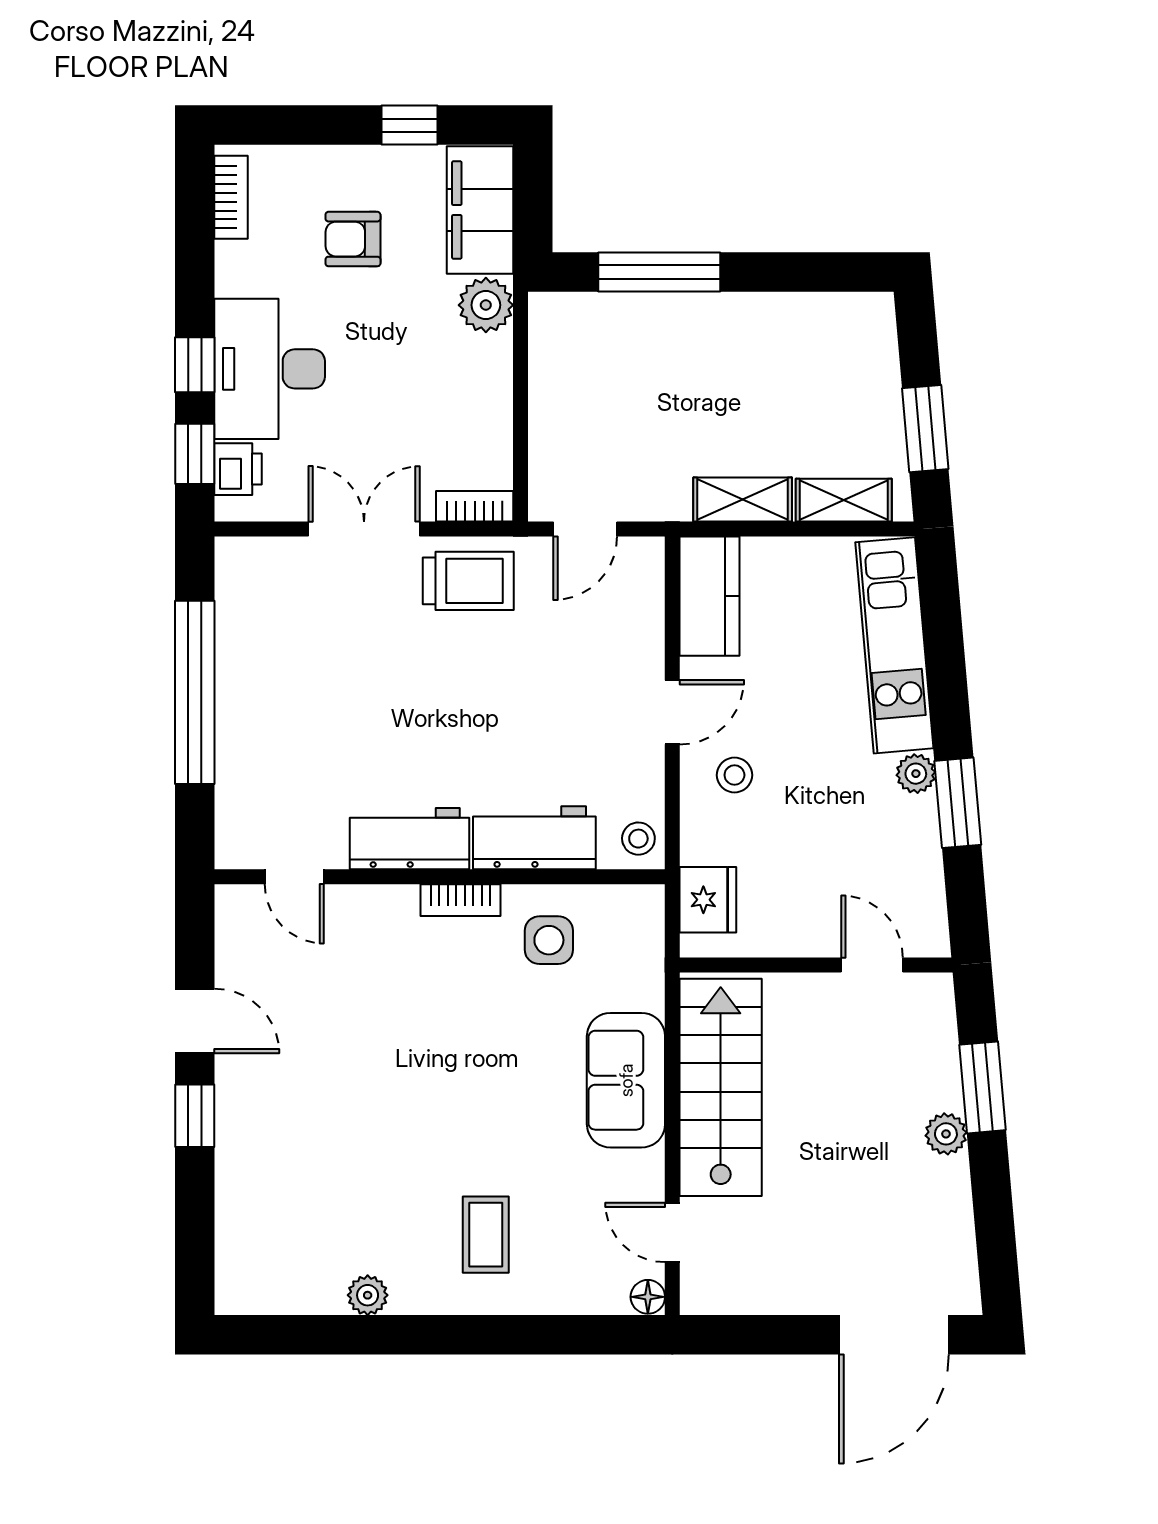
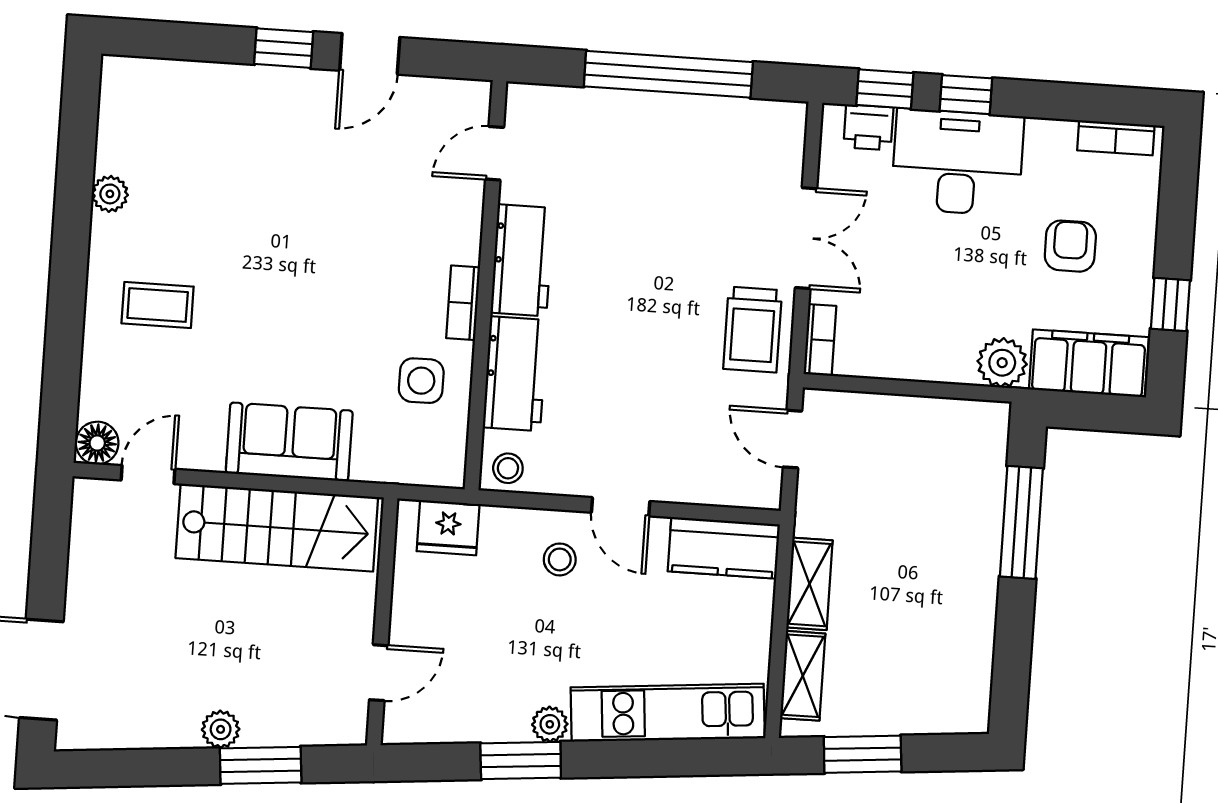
floor lamp: (648, 1297) -> (97, 443), width x1.37, depth x1.37

